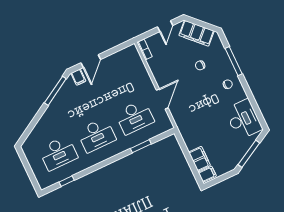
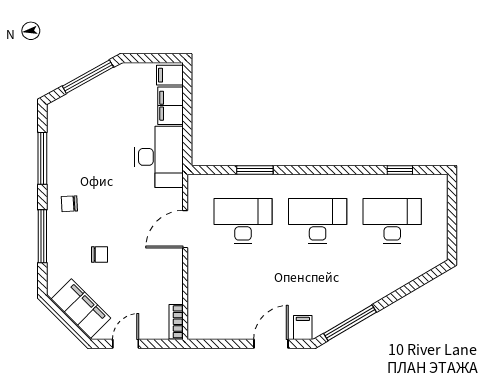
window: (252, 101) -> (42, 158), added
desk: (243, 119) -> (159, 157), moved, turned 180

